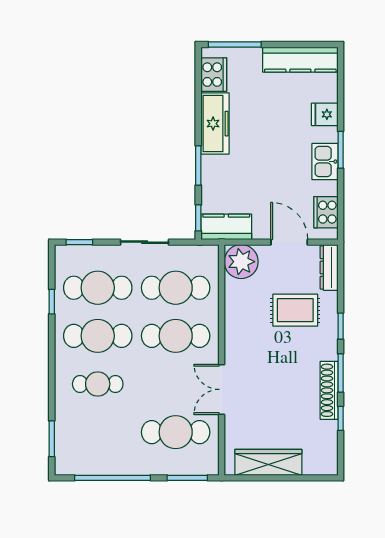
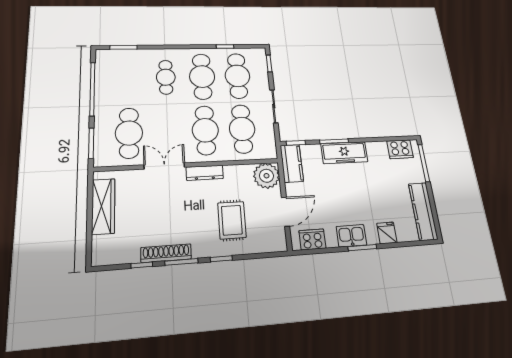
freezer: (215, 124) -> (344, 153), moved
dresser: (329, 267) -> (205, 173), moved, turned 180

